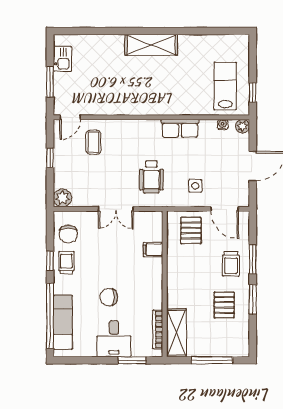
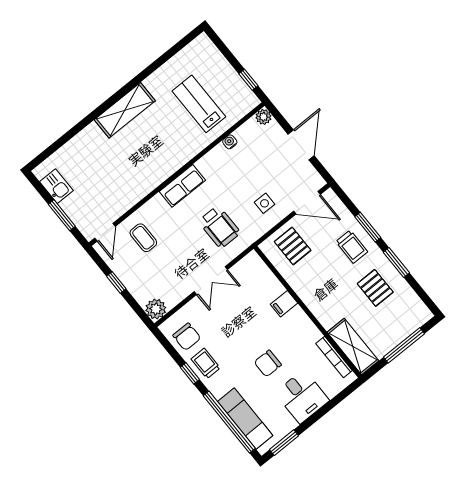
lab bench: (225, 86) -> (199, 104), moved
water cooler: (223, 125) -> (230, 142), moved
row of seats: (180, 128) -> (182, 186), moved
filing cabinet: (153, 250) -> (284, 304), moved
window: (132, 360) -> (284, 443), moved

